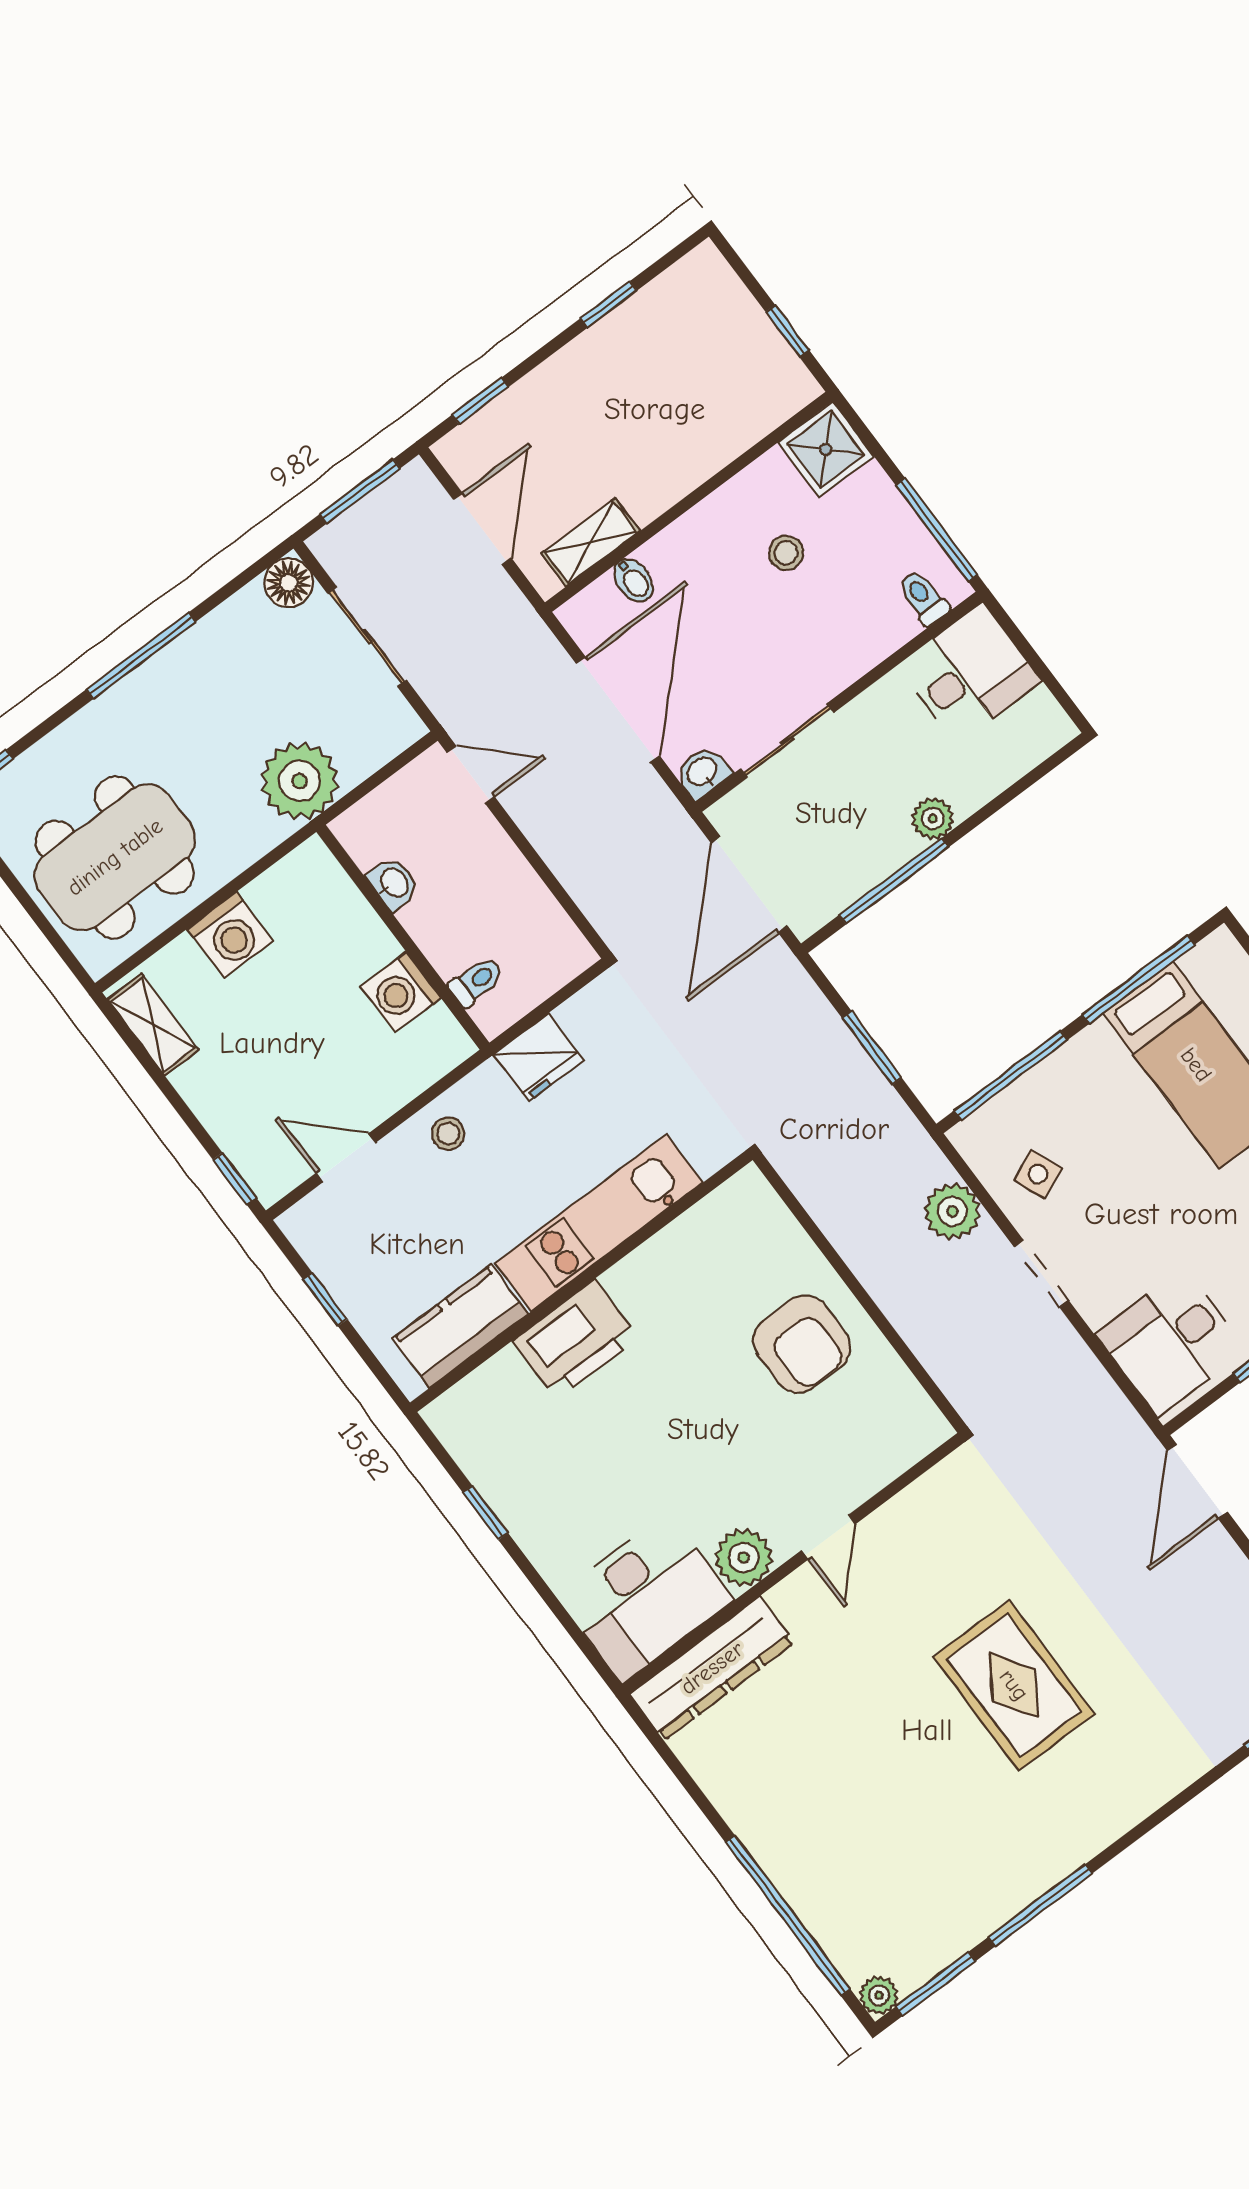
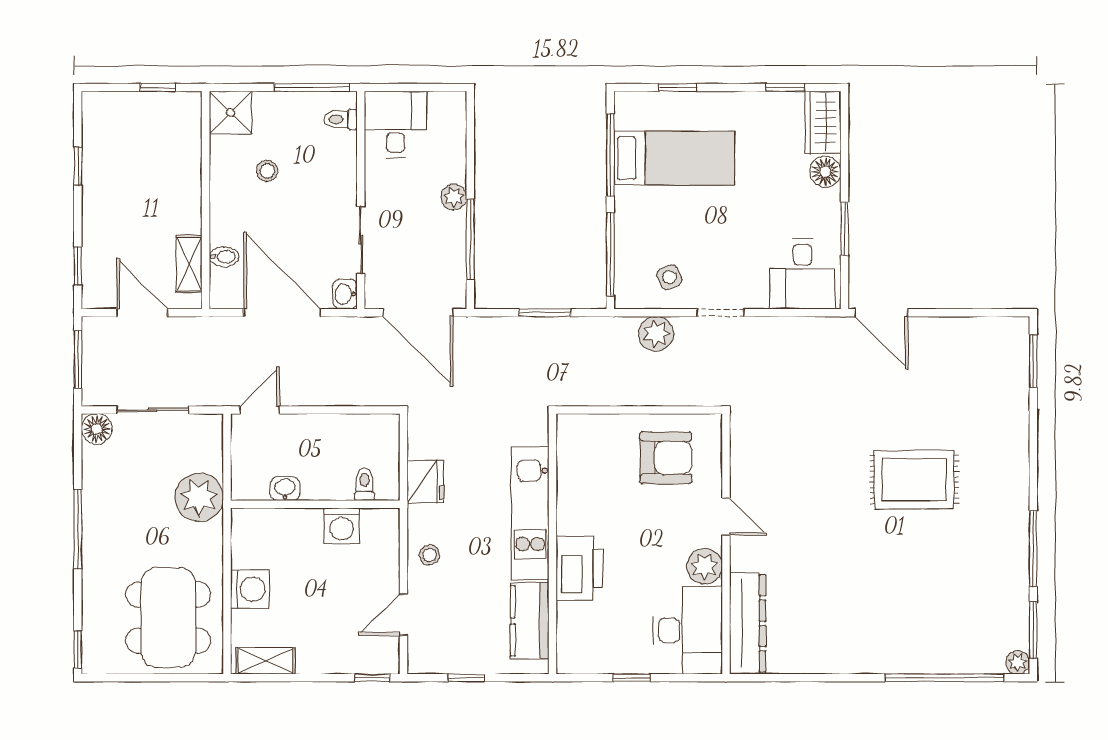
door: (828, 1537) -> (726, 517), moved
plant: (744, 1558) -> (705, 566), moved
wall: (793, 1564) -> (726, 544), moved
desk: (645, 1598) -> (688, 630), moved
dresser: (712, 1668) -> (748, 623), moved

